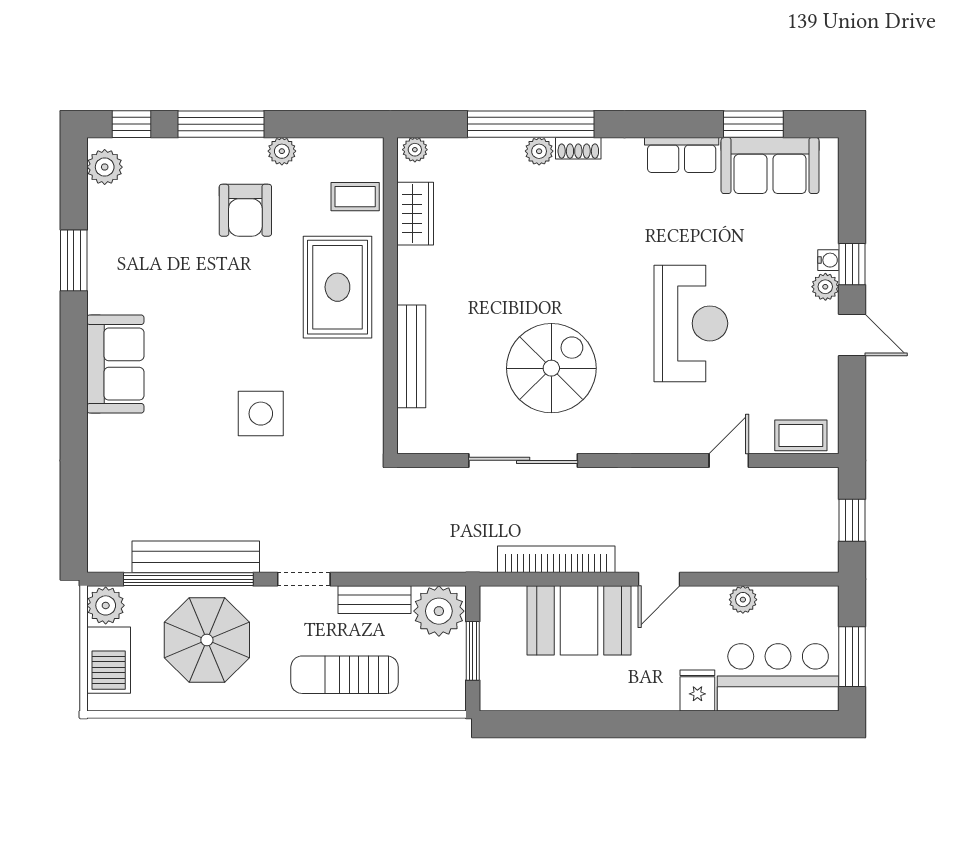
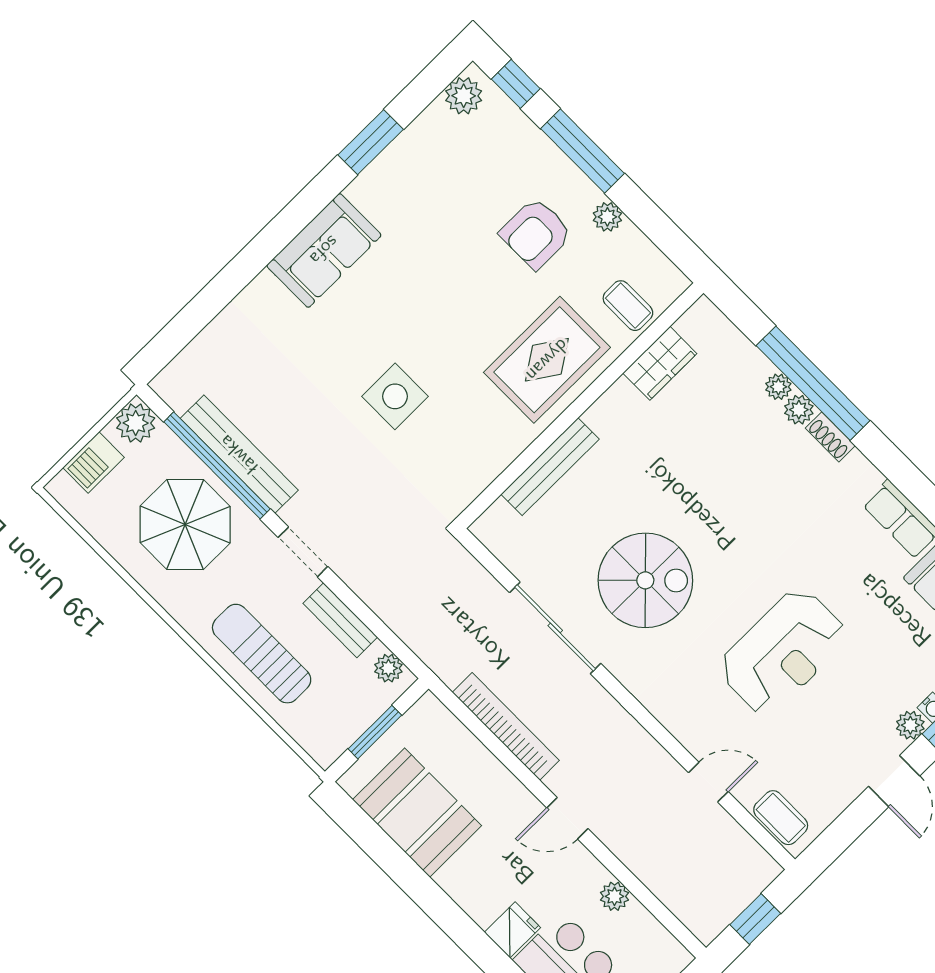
plant: (415, 150) -> (778, 387), moved
plant: (439, 611) -> (388, 668), width x0.53, depth x0.53
booth: (579, 620) -> (417, 813), moved
barbecue: (109, 660) -> (94, 462), width x0.73, depth x0.79

